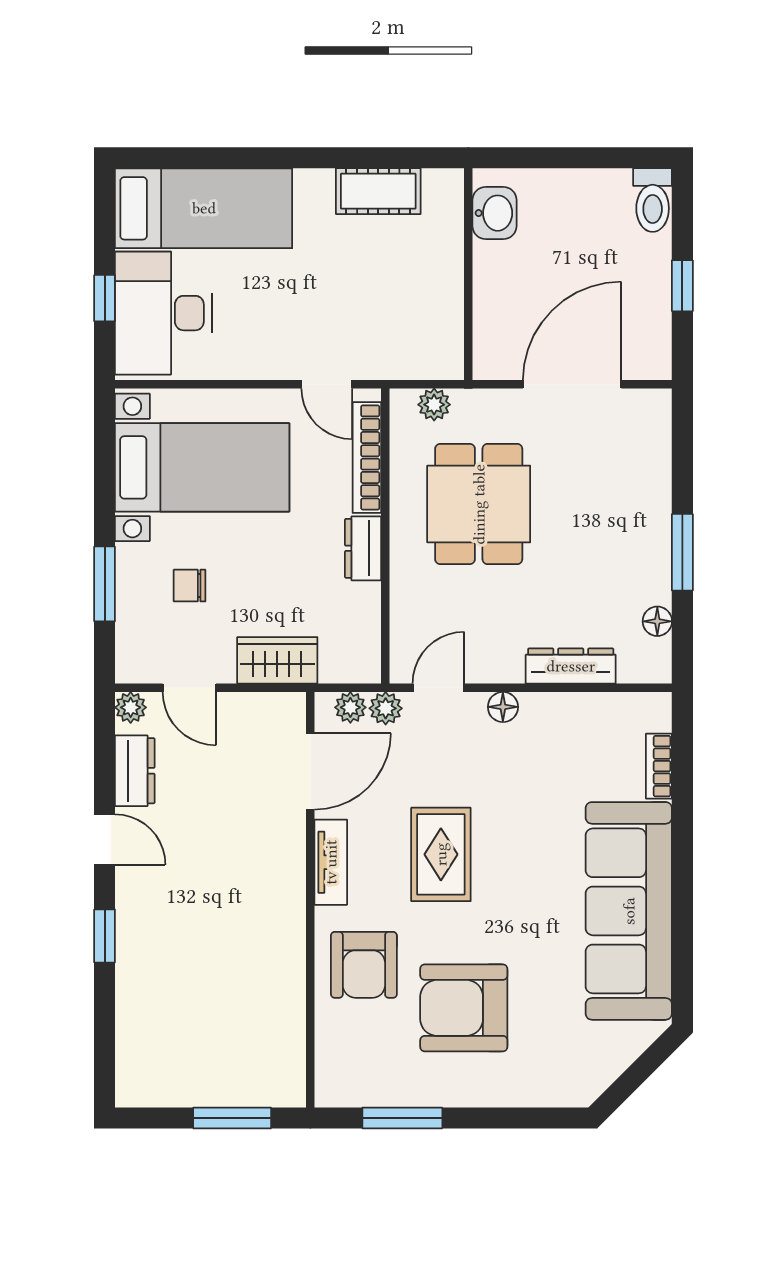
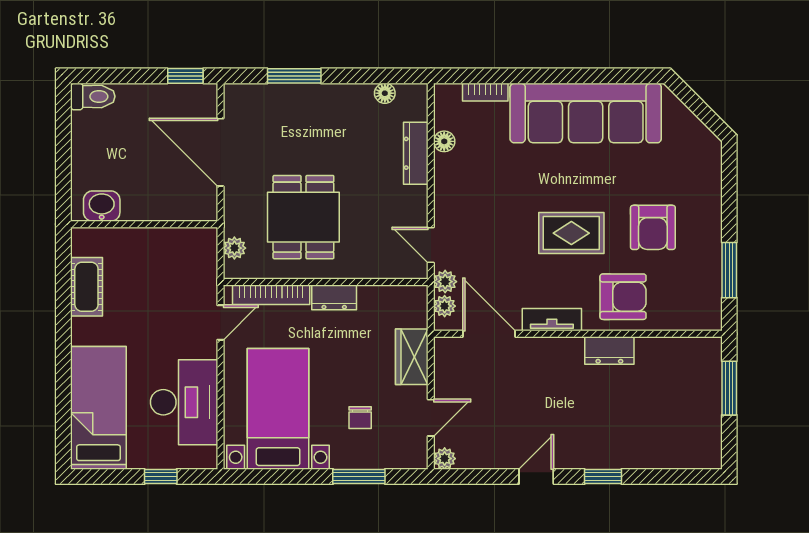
window: (682, 286) -> (185, 76), moved
desk: (163, 313) -> (184, 402), moved, turned -90
dining table: (479, 504) -> (303, 217), turned 90
window: (682, 552) -> (294, 76), moved
floor lamp: (503, 707) -> (444, 141), moved
dresser: (135, 771) -> (609, 351), moved, turned 180
rug: (441, 854) -> (571, 233), moved
armchair: (464, 1008) -> (653, 227), width x0.73, depth x0.73

